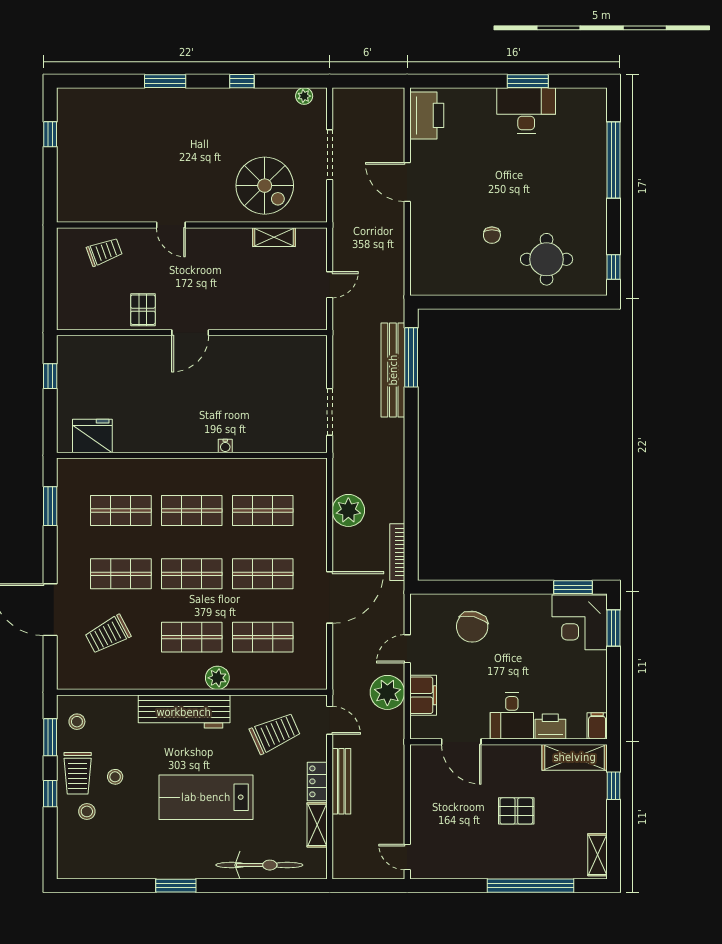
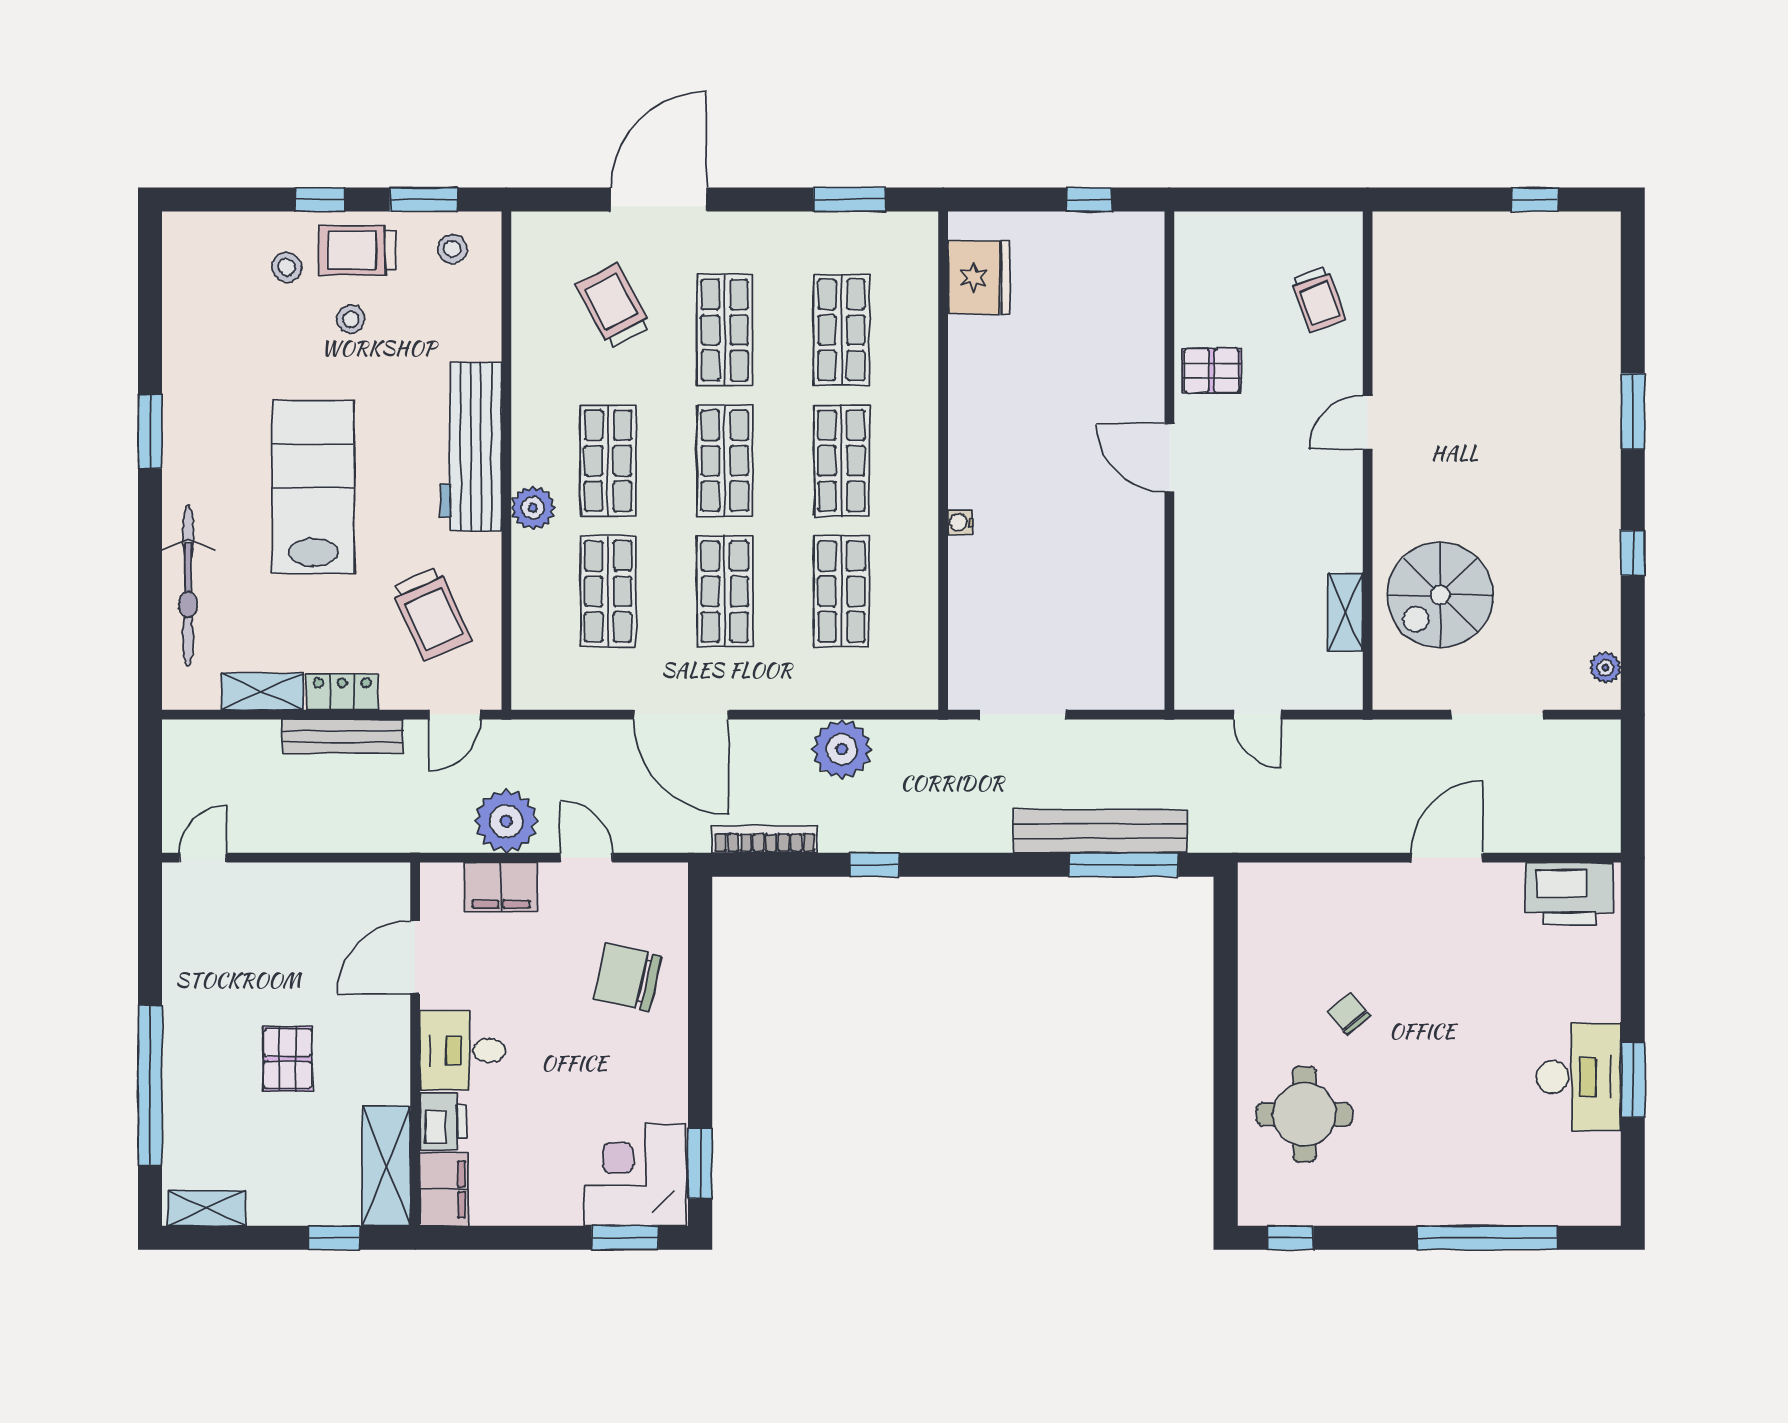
chair: (492, 235) -> (1349, 1014), turned 50
window: (411, 492) -> (875, 865), added
filing cabinet: (597, 726) -> (444, 1189), width x2.00

